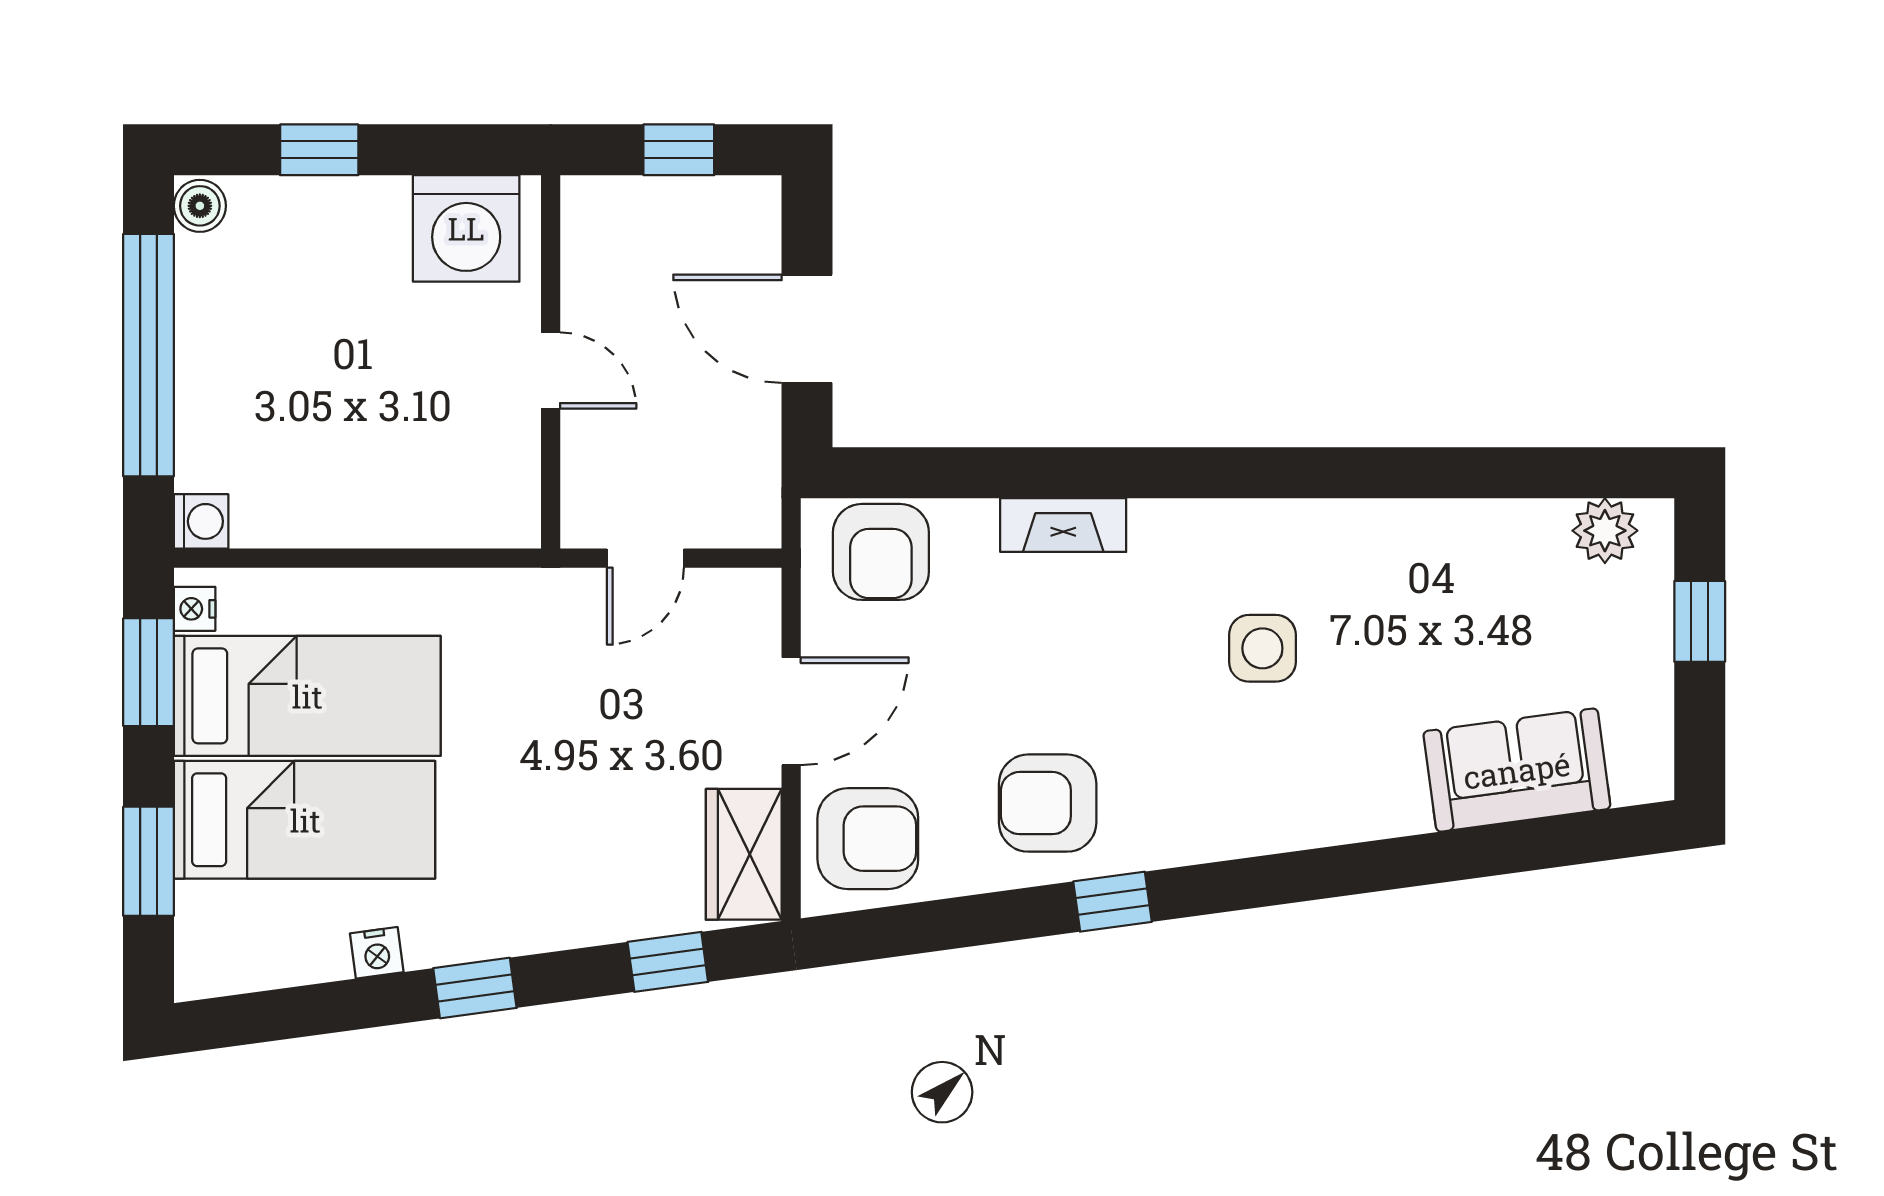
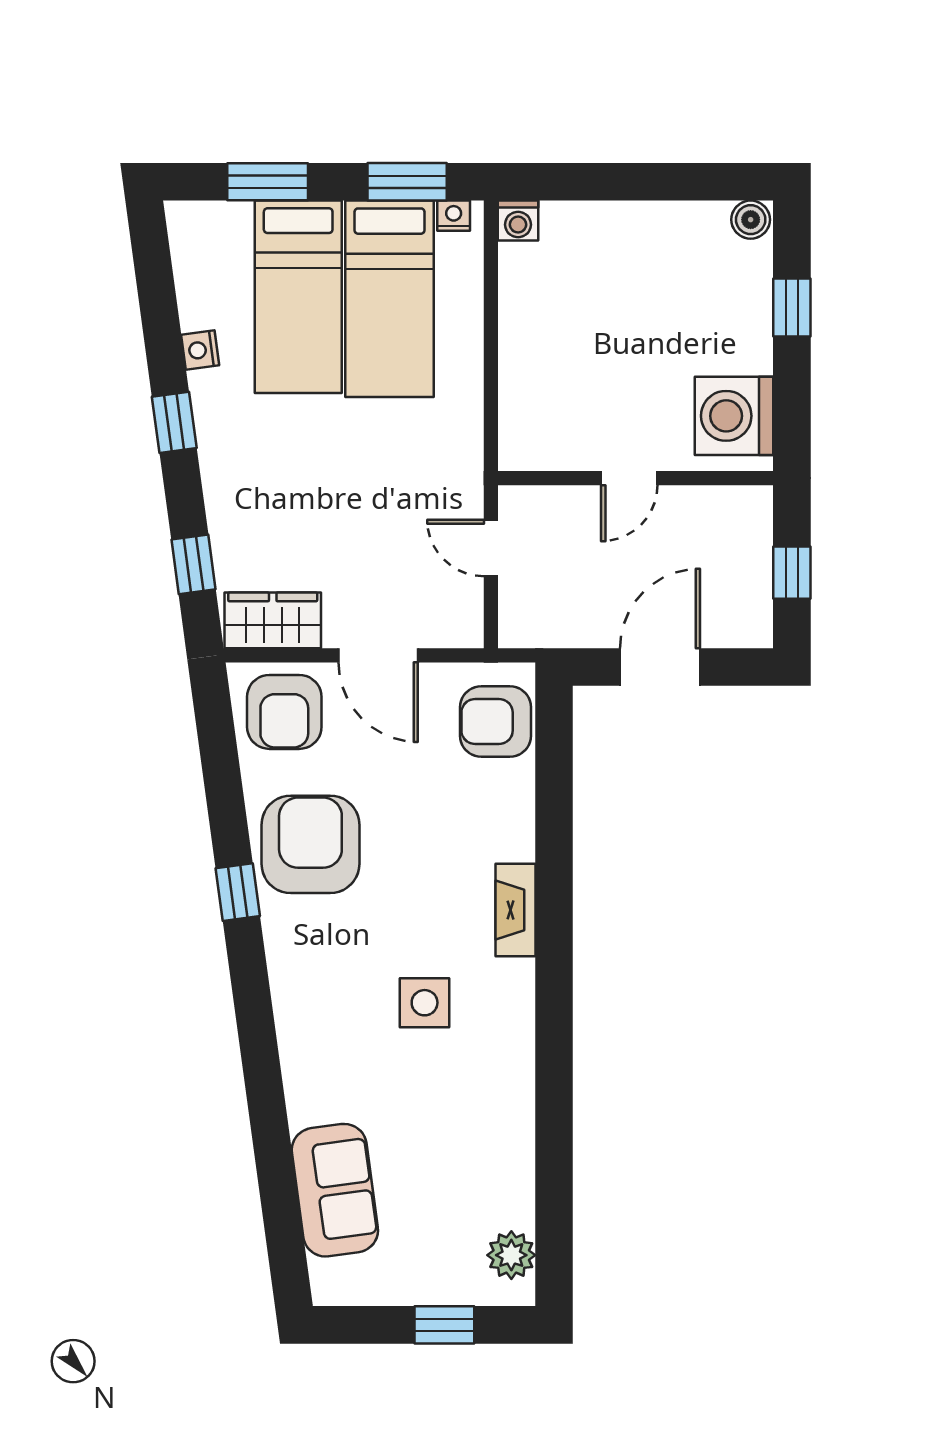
window: (148, 355) -> (641, 182), removed
fireplace: (1063, 525) -> (515, 910), moved
armchair: (1048, 803) -> (310, 844), width x1.36, depth x1.36

